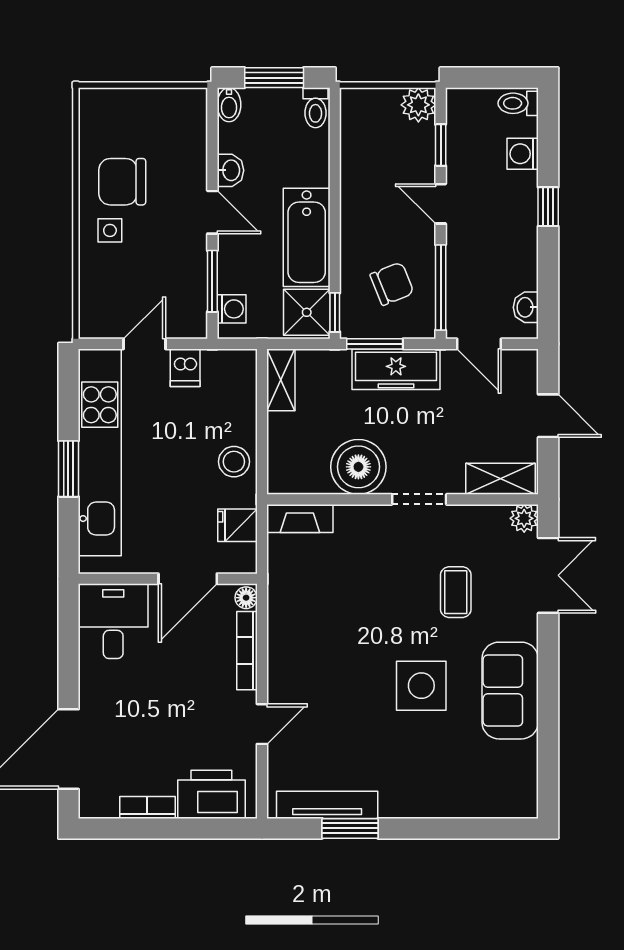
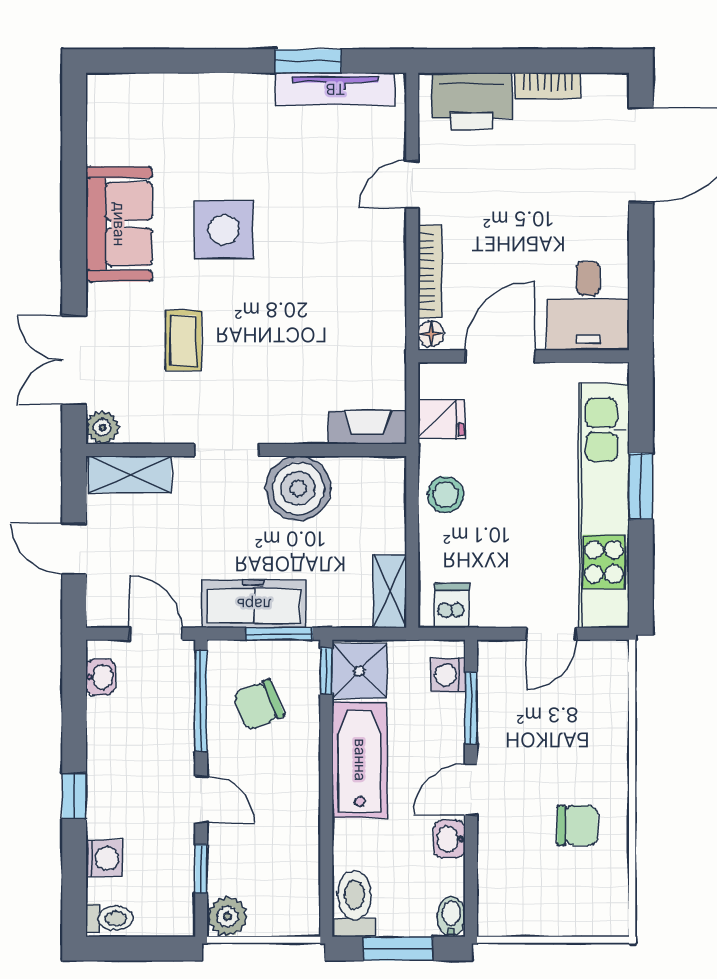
toilet: (315, 108) -> (354, 904), width x1.37, depth x1.39
chair: (122, 182) -> (577, 825), width x0.73, depth x0.73
door: (212, 212) -> (471, 789), hinge flipped
side table: (110, 230) -> (592, 768), removed
dishwasher: (185, 368) -> (452, 606), moved

